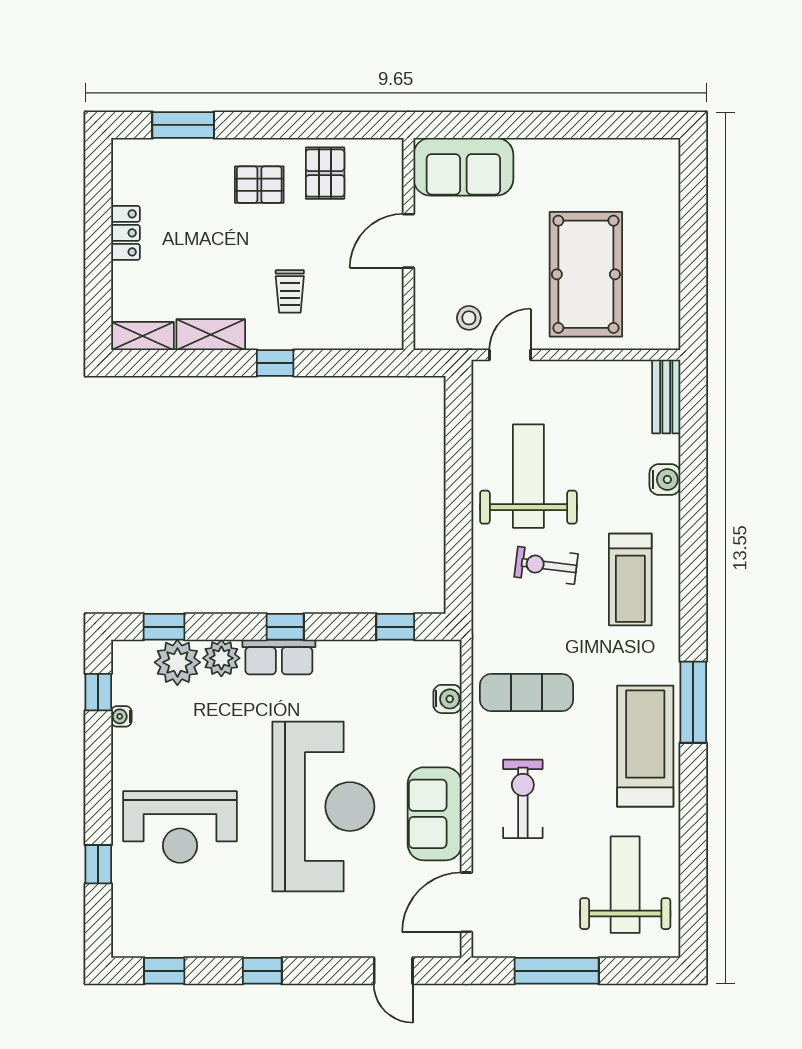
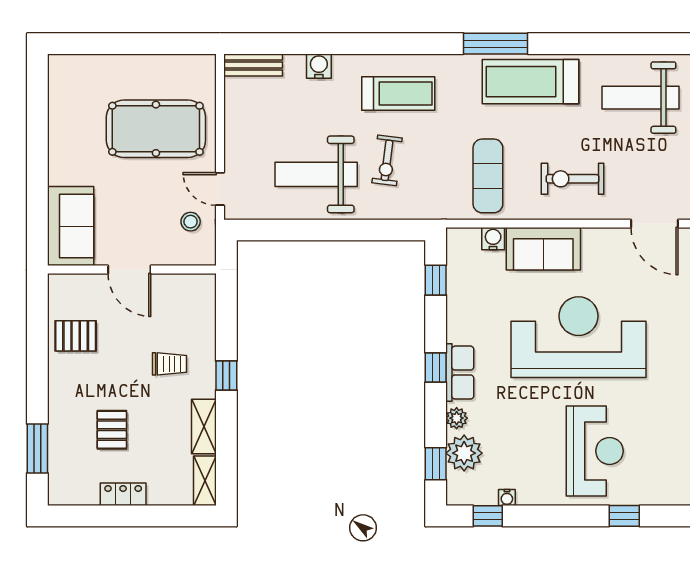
pallet: (259, 185) -> (112, 430), moved
plant: (221, 658) -> (457, 418), width x0.73, depth x0.73
sofa: (435, 814) -> (543, 249), moved

